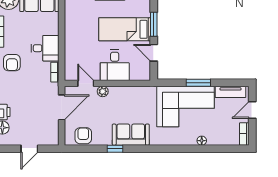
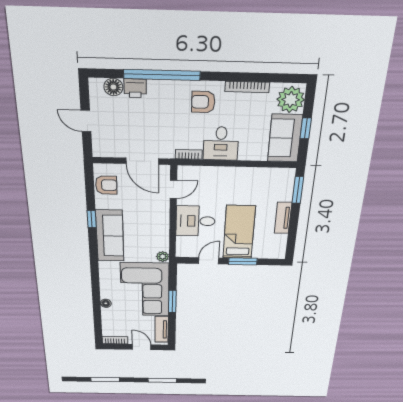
plant: (103, 91) -> (163, 257), moved
sofa: (131, 135) -> (110, 236), width x1.36

